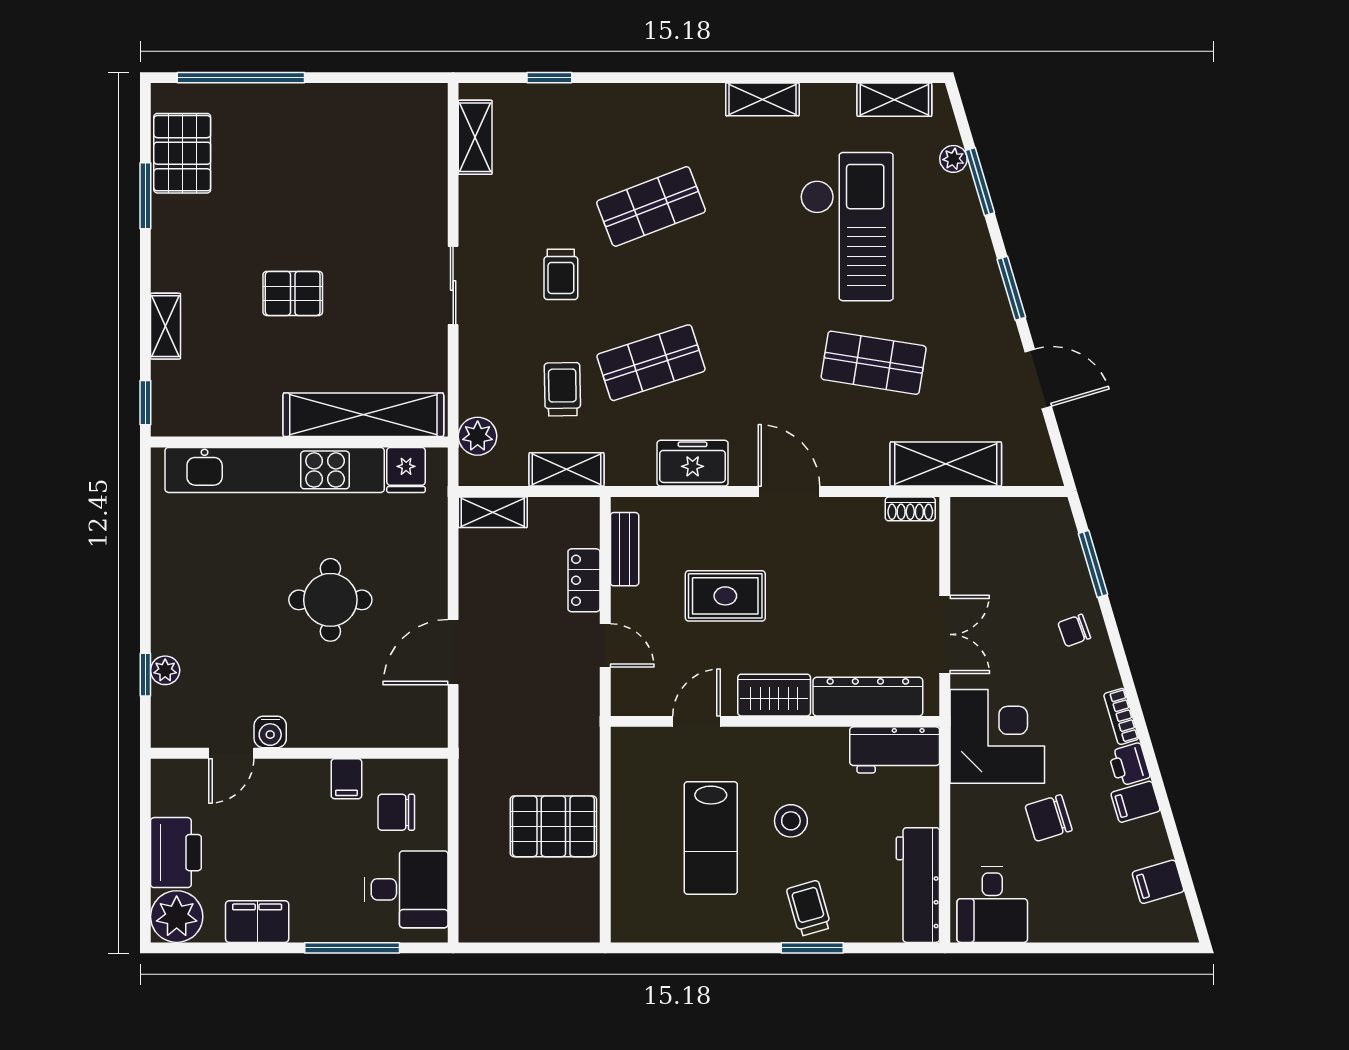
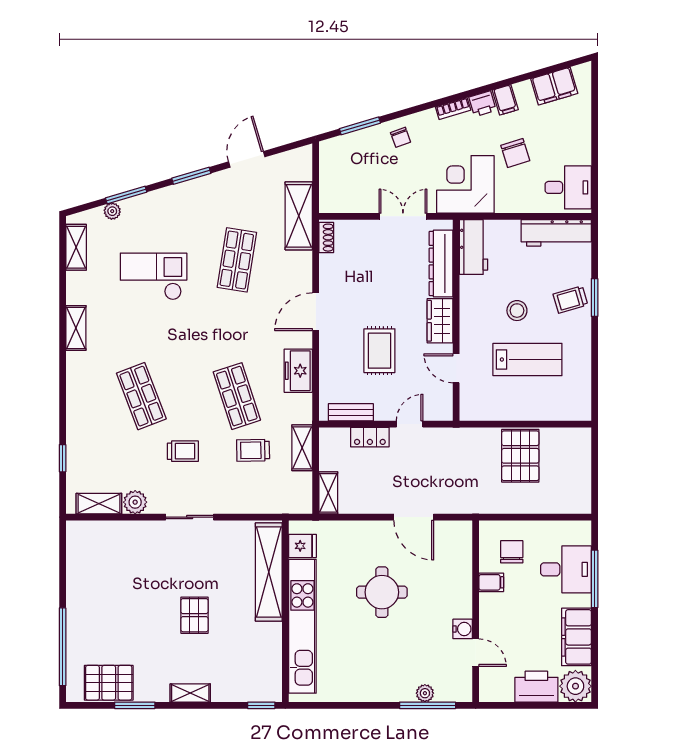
checkout: (847, 227) -> (154, 276), width x0.73, depth x0.83
shelving: (166, 326) -> (190, 693), moved
plant: (478, 436) -> (135, 502), moved
window: (145, 675) -> (428, 705), width x2.17
chair: (396, 812) -> (512, 552), turned 180
filing cabinet: (1158, 882) -> (554, 86), width x2.00
desk: (406, 889) -> (566, 569), moved, turned 90
filing cabinet: (257, 922) -> (576, 637), width x1.50, depth x1.17

